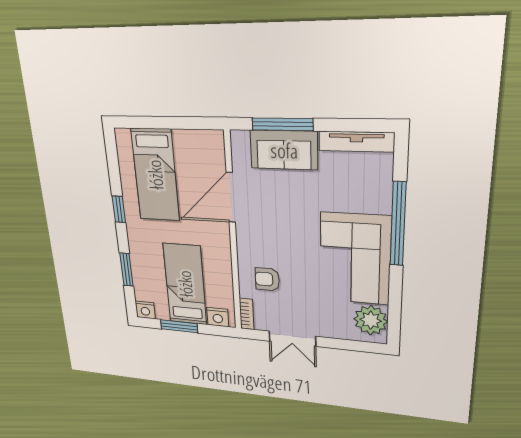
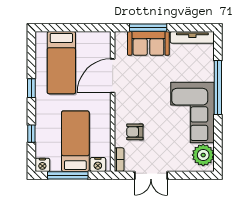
window: (126, 270) -> (31, 134), width x0.67
window: (179, 326) -> (68, 175), width x1.44

